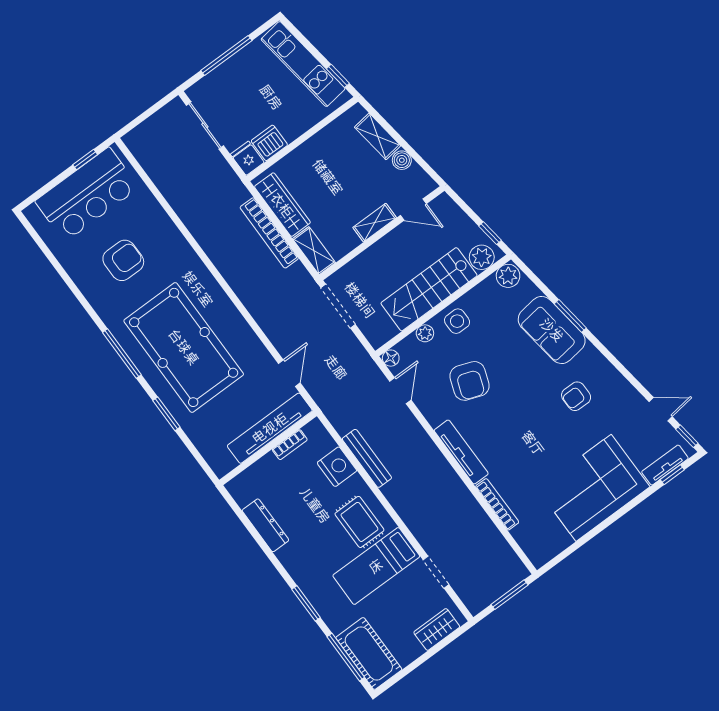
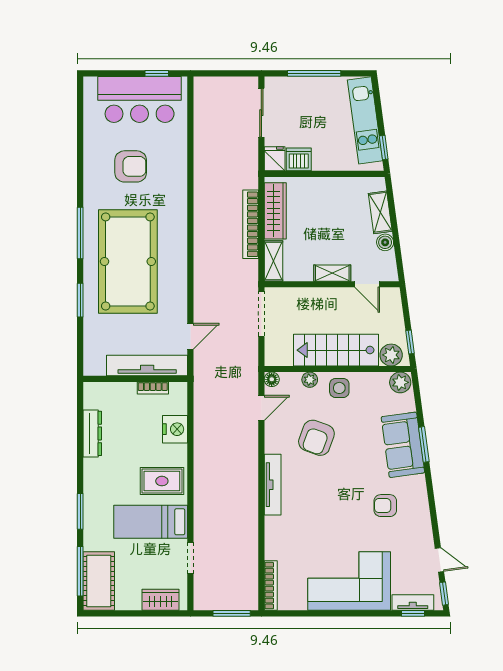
bench: (367, 458) -> (201, 439), removed
bookcase: (497, 504) -> (271, 586), moved
rug: (359, 522) -> (162, 481), turned 90

